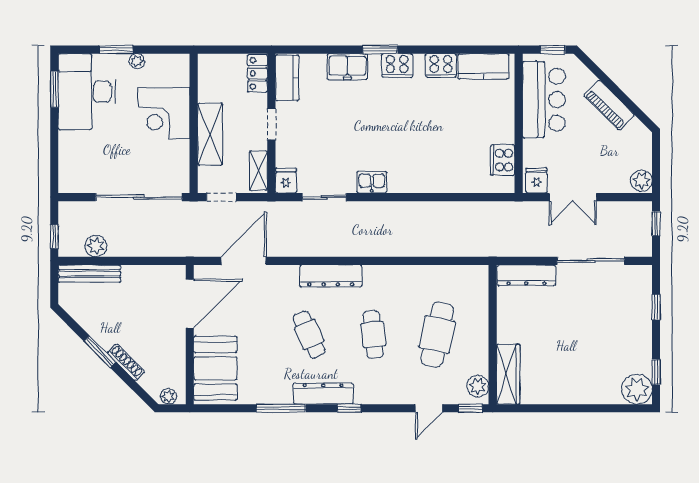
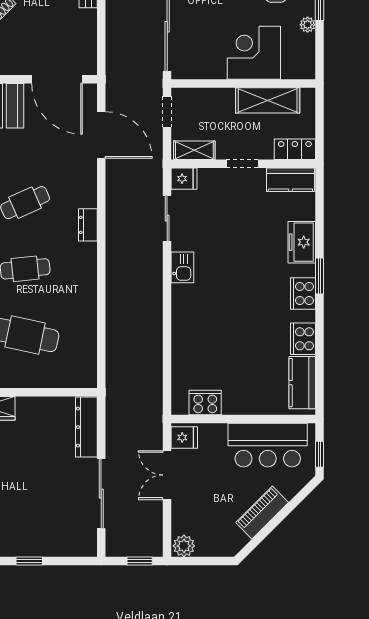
shelving: (210, 134) -> (268, 100), moved
dresser: (331, 276) -> (88, 225), width x0.51, depth x0.80
window: (656, 307) -> (29, 561), moved

